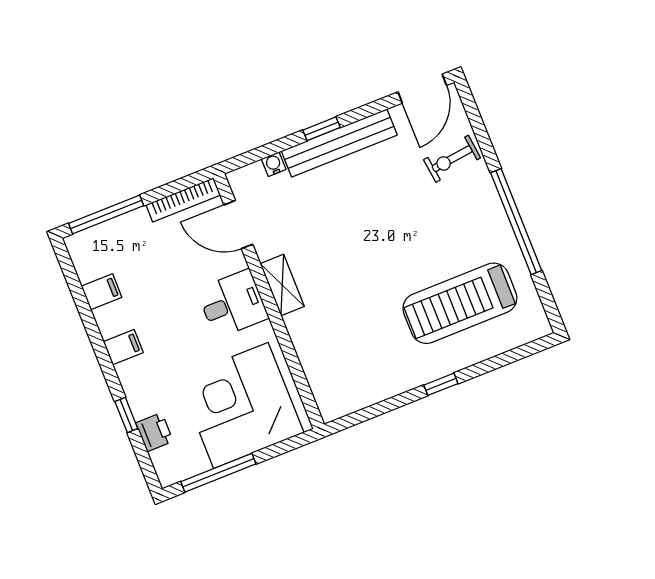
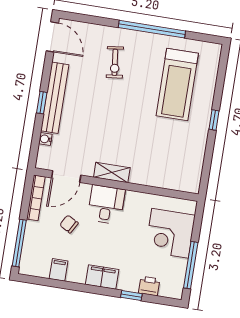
exercise bike: (452, 159) -> (115, 62), moved
chair: (174, 268) -> (69, 224), added
filing cabinet: (123, 347) -> (102, 277), width x2.00
corner desk: (241, 405) -> (170, 233), width x0.74, depth x0.74

